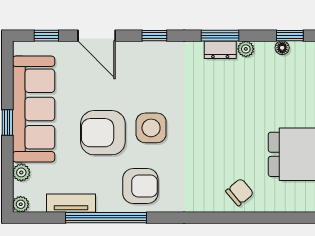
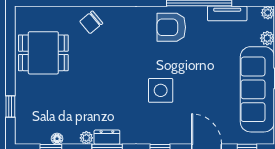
side table: (151, 128) -> (161, 90), moved
armchair: (103, 133) -> (201, 70), removed

